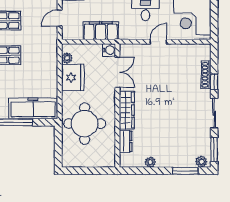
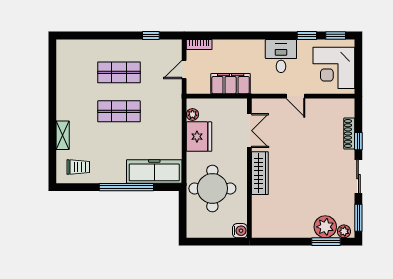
door: (158, 42) -> (296, 96), swing flipped
water cooler: (109, 50) -> (240, 231), moved
dresser: (126, 141) -> (259, 209), removed
plant: (150, 162) -> (325, 227), moved, width x1.88, depth x1.88

